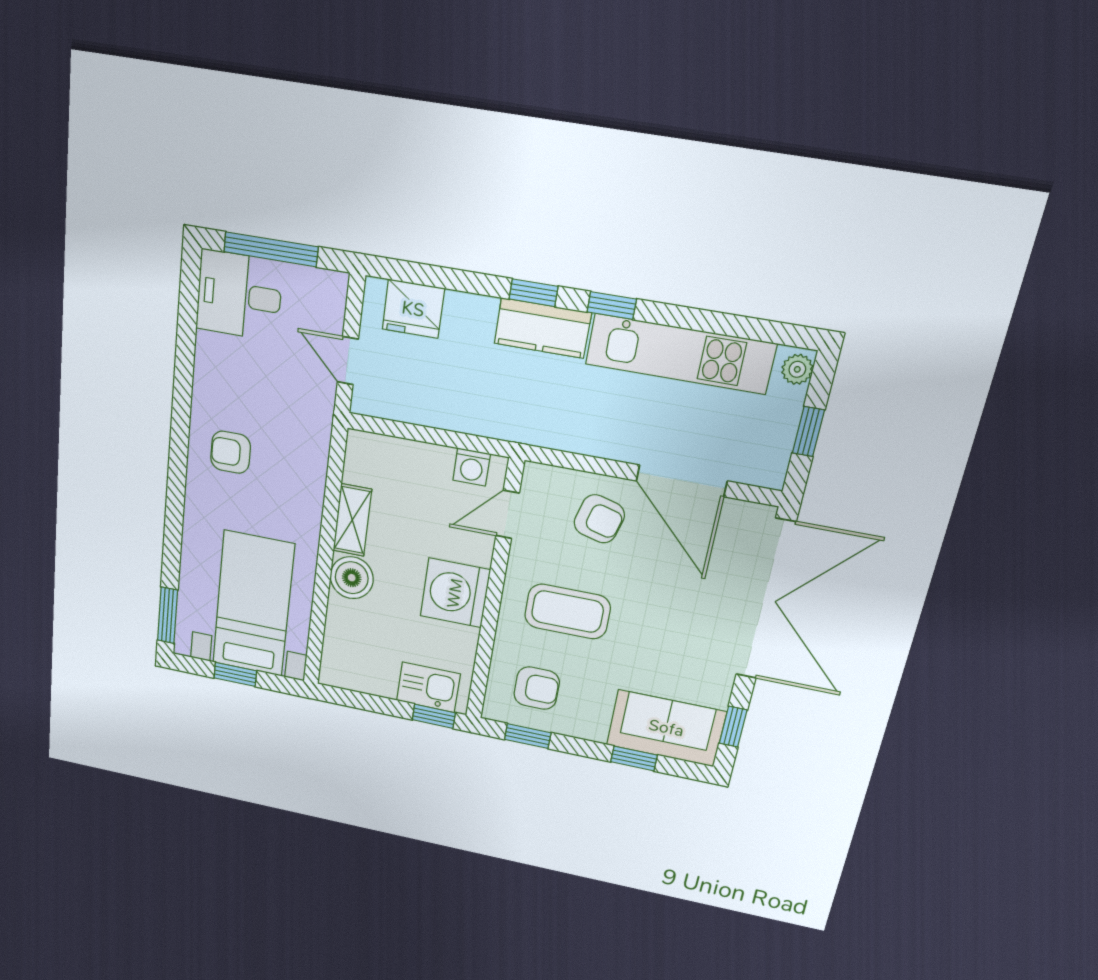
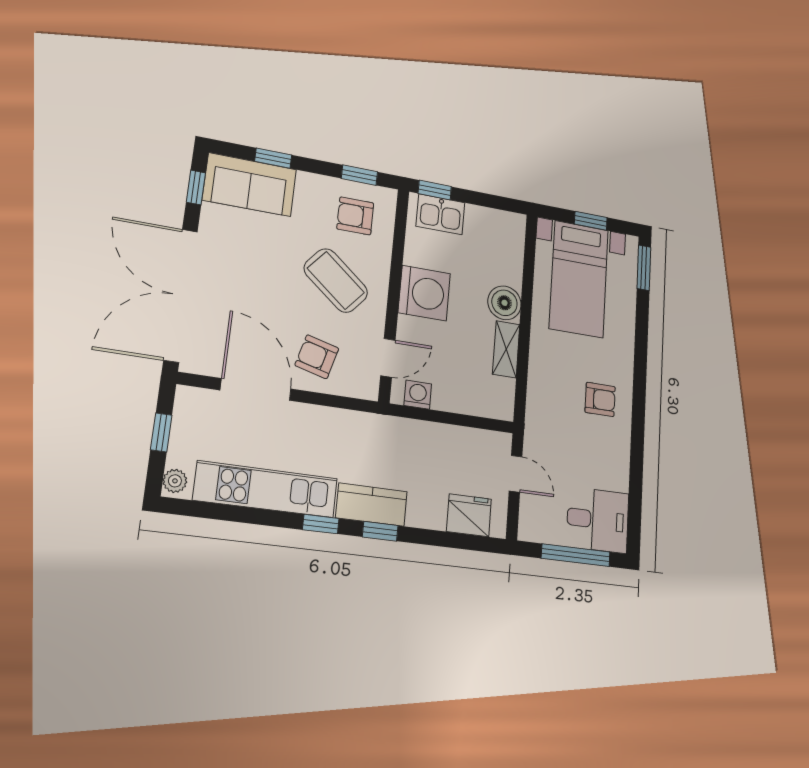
coffee table: (567, 612) -> (336, 280), turned 40

